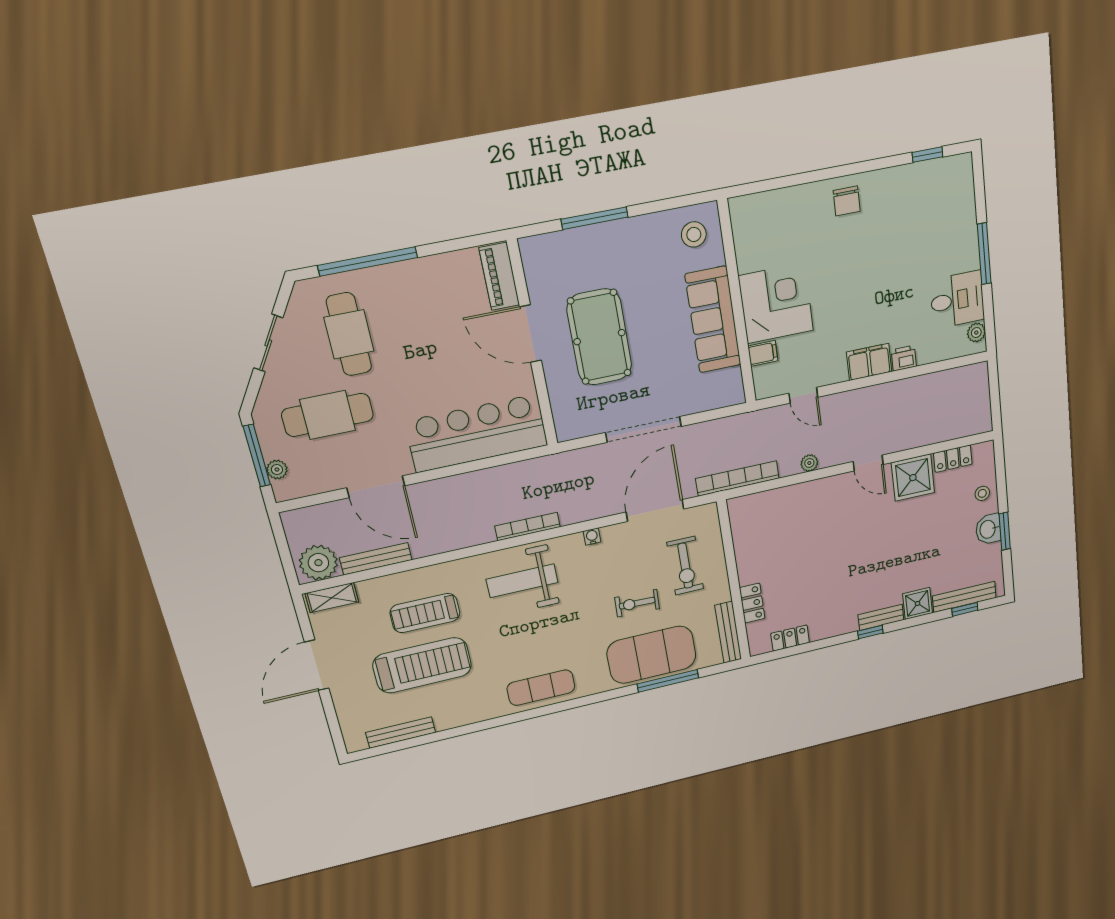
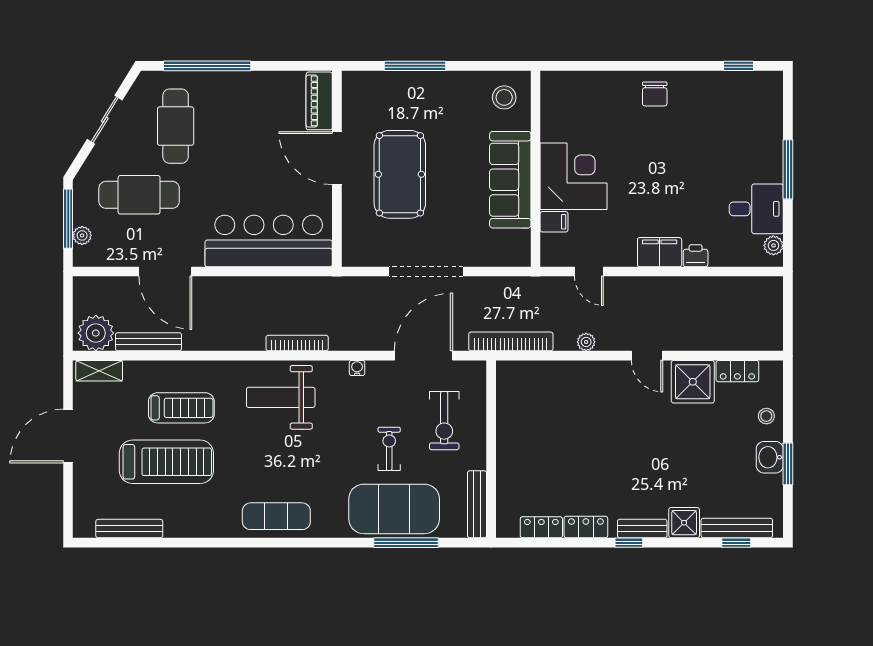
exercise bike: (637, 603) -> (389, 449), turned 88
locker: (752, 603) -> (586, 527), moved, turned -90
treadmill: (425, 613) -> (181, 408), turned 180

